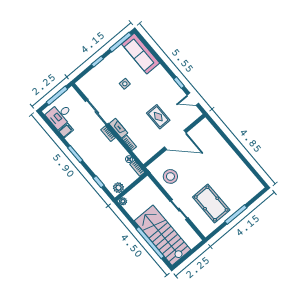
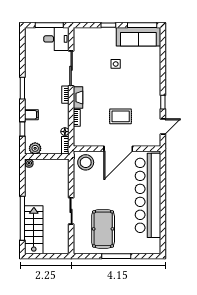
sofa: (141, 53) -> (138, 37), moved, turned -90
door: (193, 99) -> (163, 127), swing flipped
desk: (60, 115) -> (56, 39), moved, turned 180
rug: (158, 117) -> (121, 116), turned 90
filing cabinet: (66, 131) -> (31, 115), moved
door: (175, 140) -> (118, 149), hinge flipped
bar counter: (222, 155) -> (148, 195), added
stool: (170, 176) -> (86, 162), moved
stairs: (163, 235) -> (34, 230), width x0.73, depth x0.66

